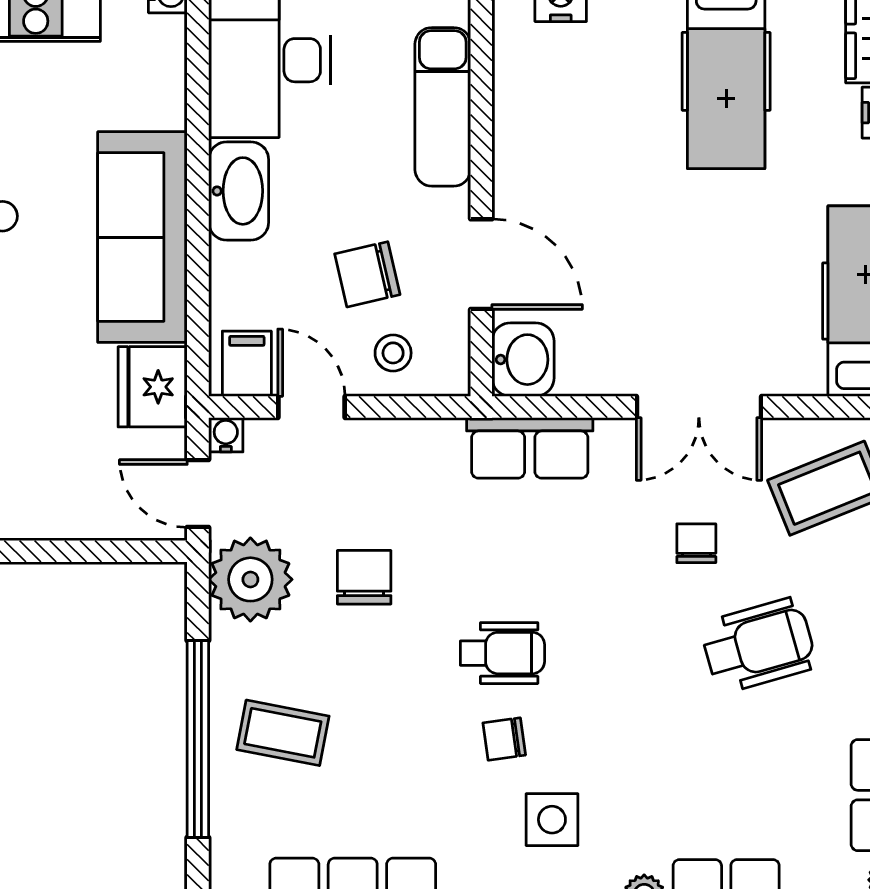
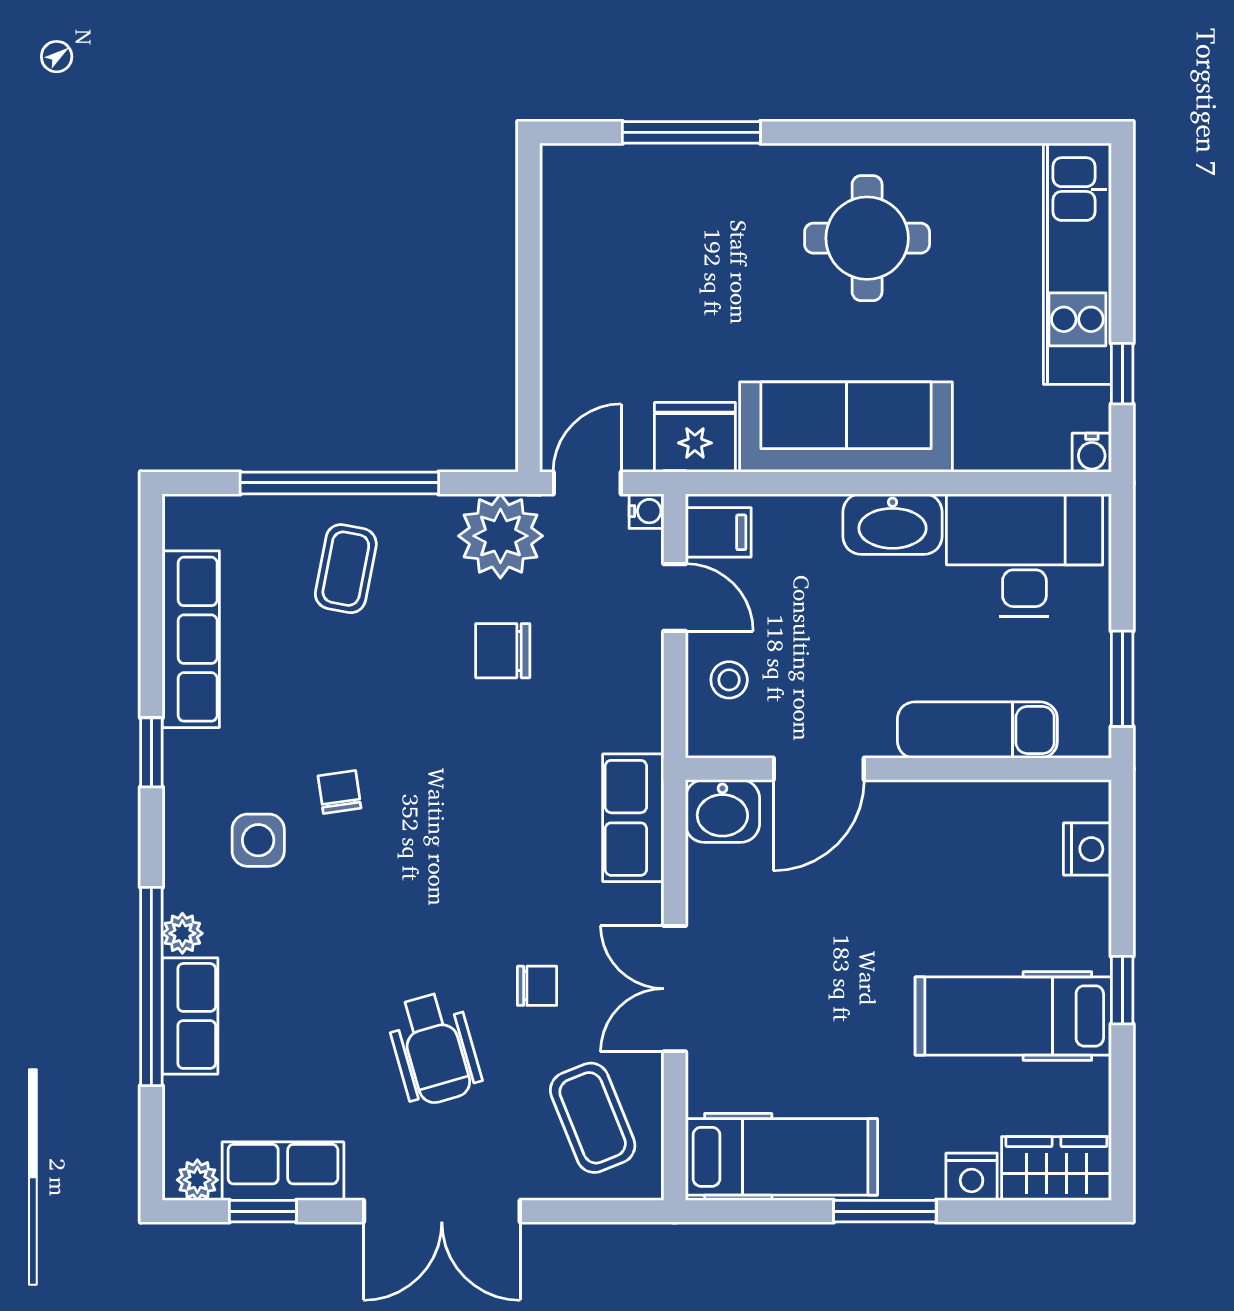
chair: (367, 274) -> (808, 654), removed
door: (311, 407) -> (675, 597), hinge flipped
chair: (364, 577) -> (503, 651), turned 180
wheelchair: (502, 653) -> (426, 790), removed

